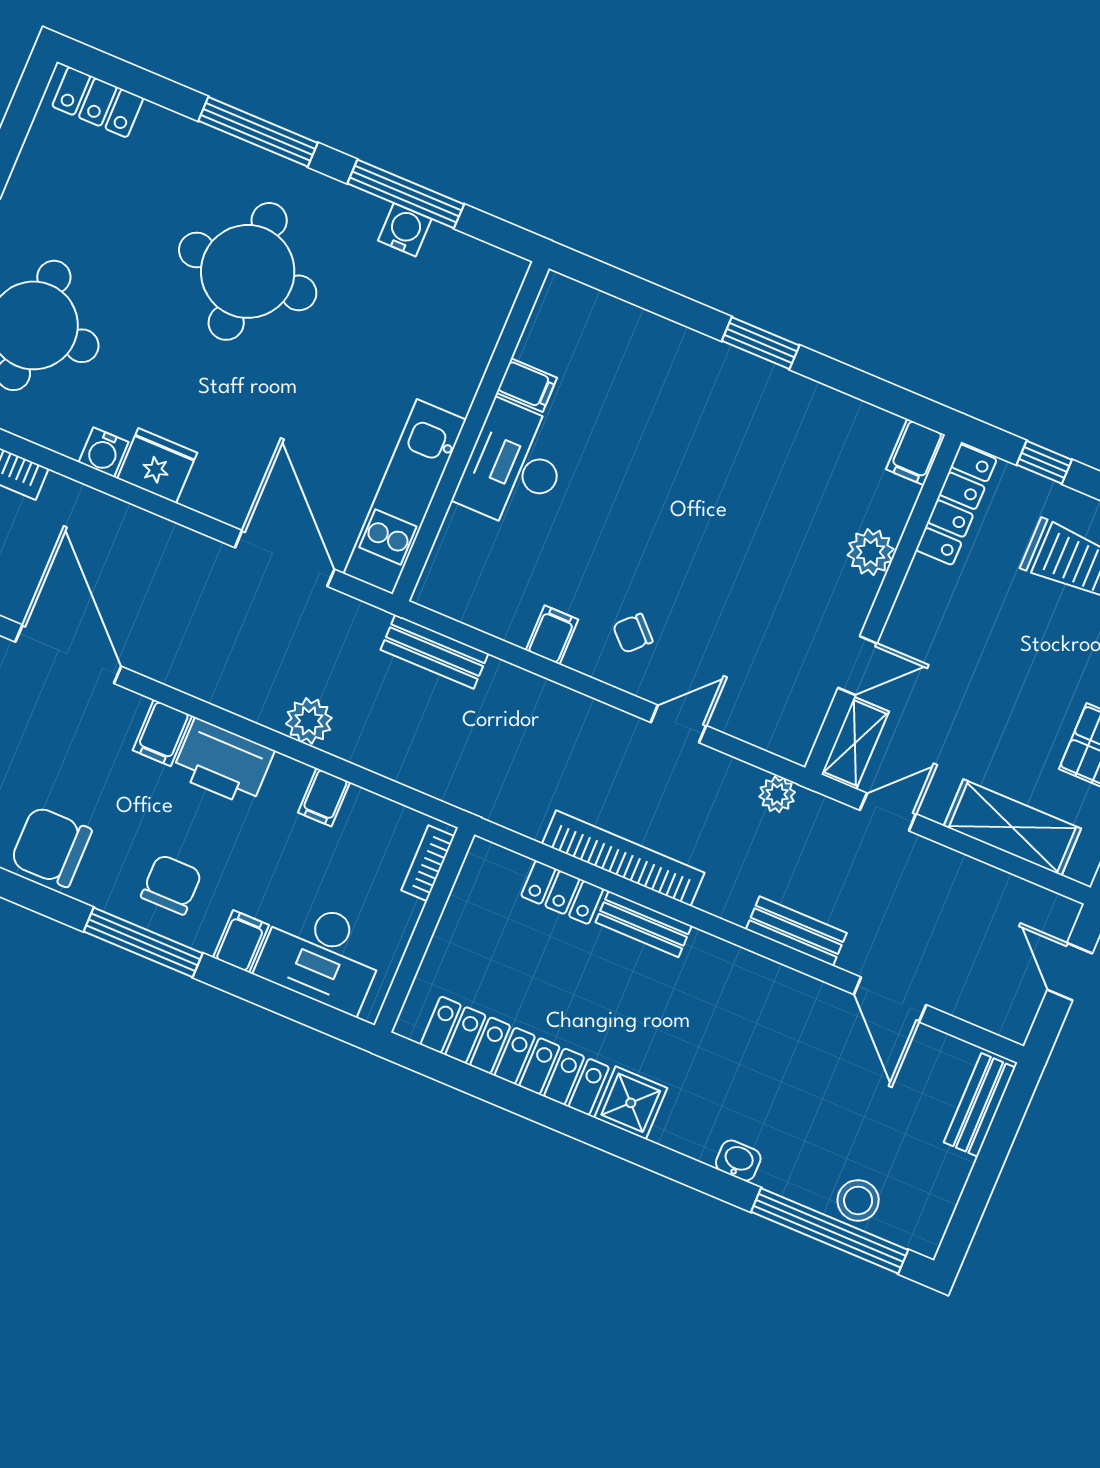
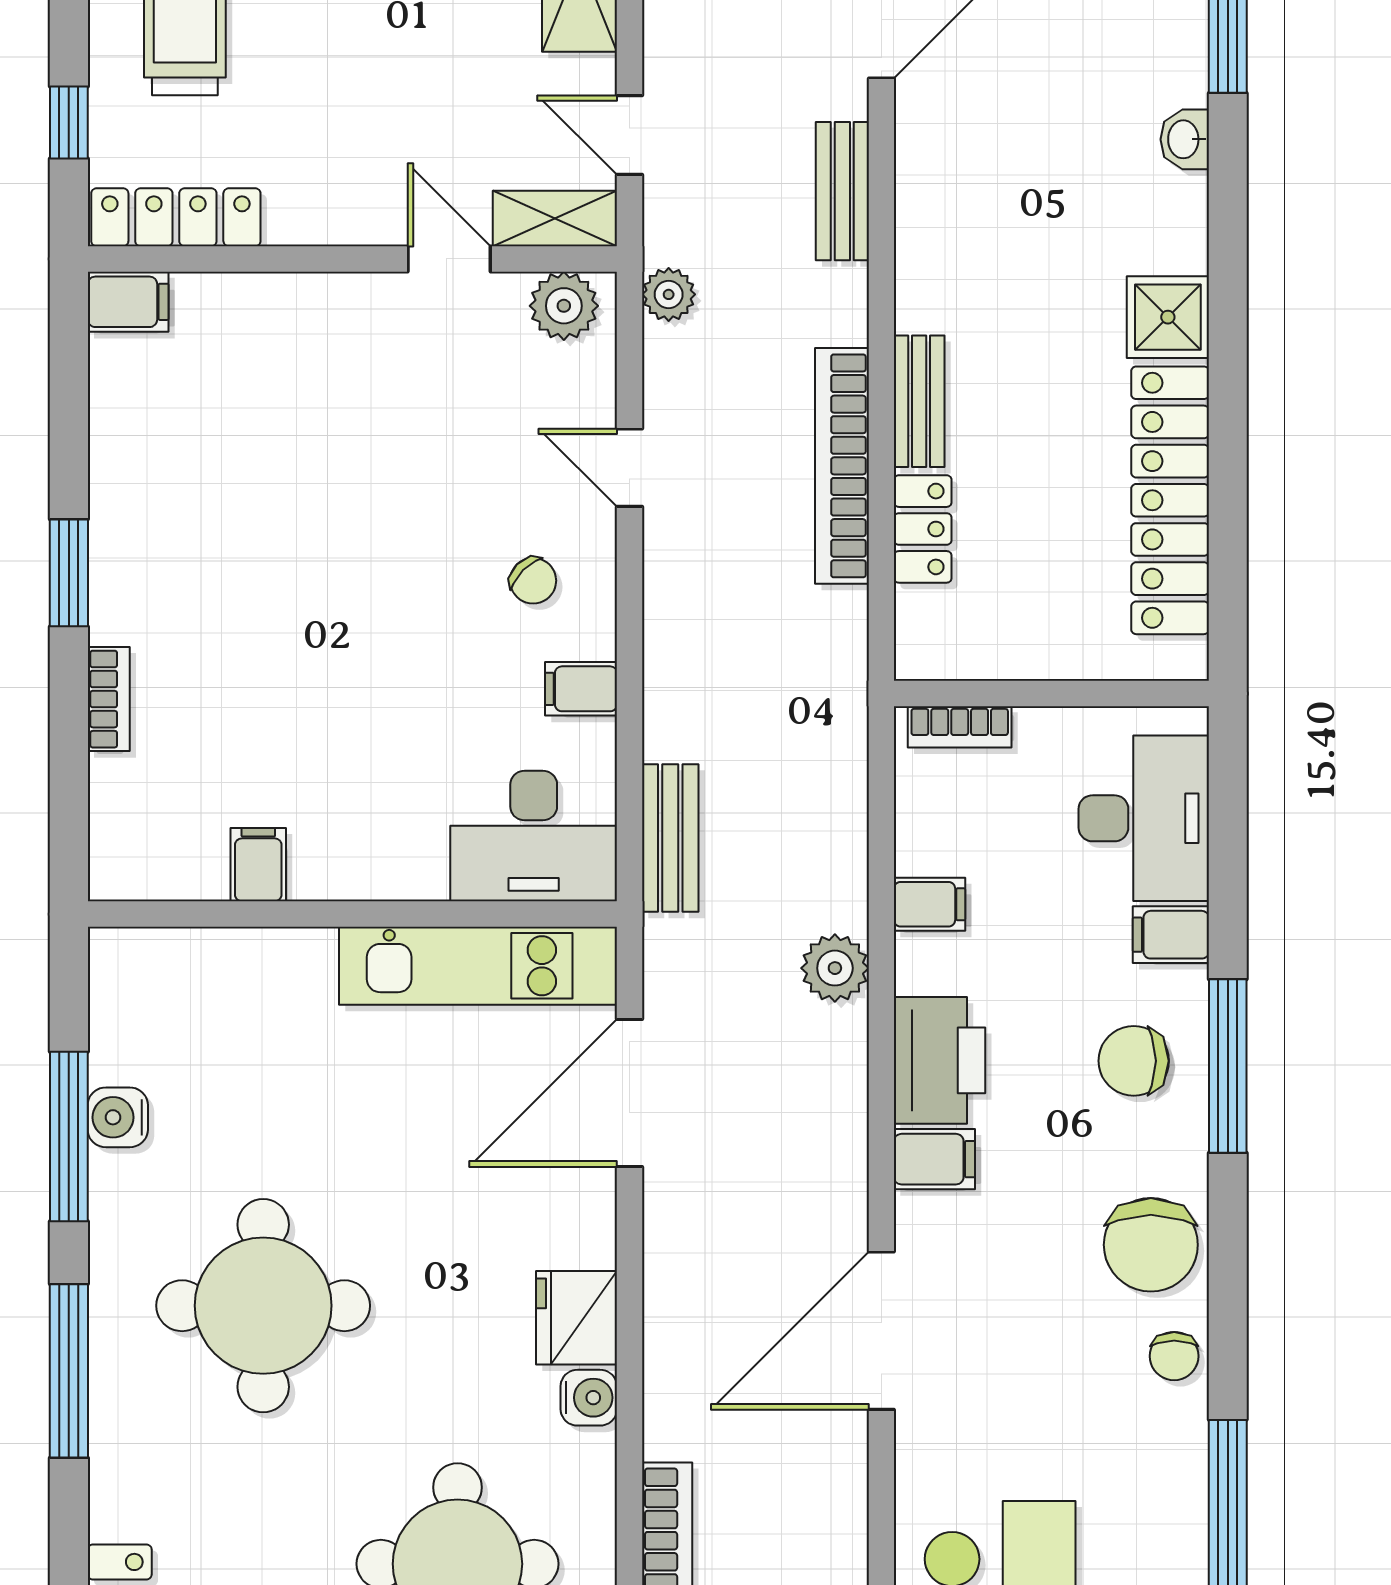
bookcase: (671, 335) -> (109, 699), added
desk: (514, 466) -> (534, 836), moved
plant: (871, 552) -> (564, 306), moved

